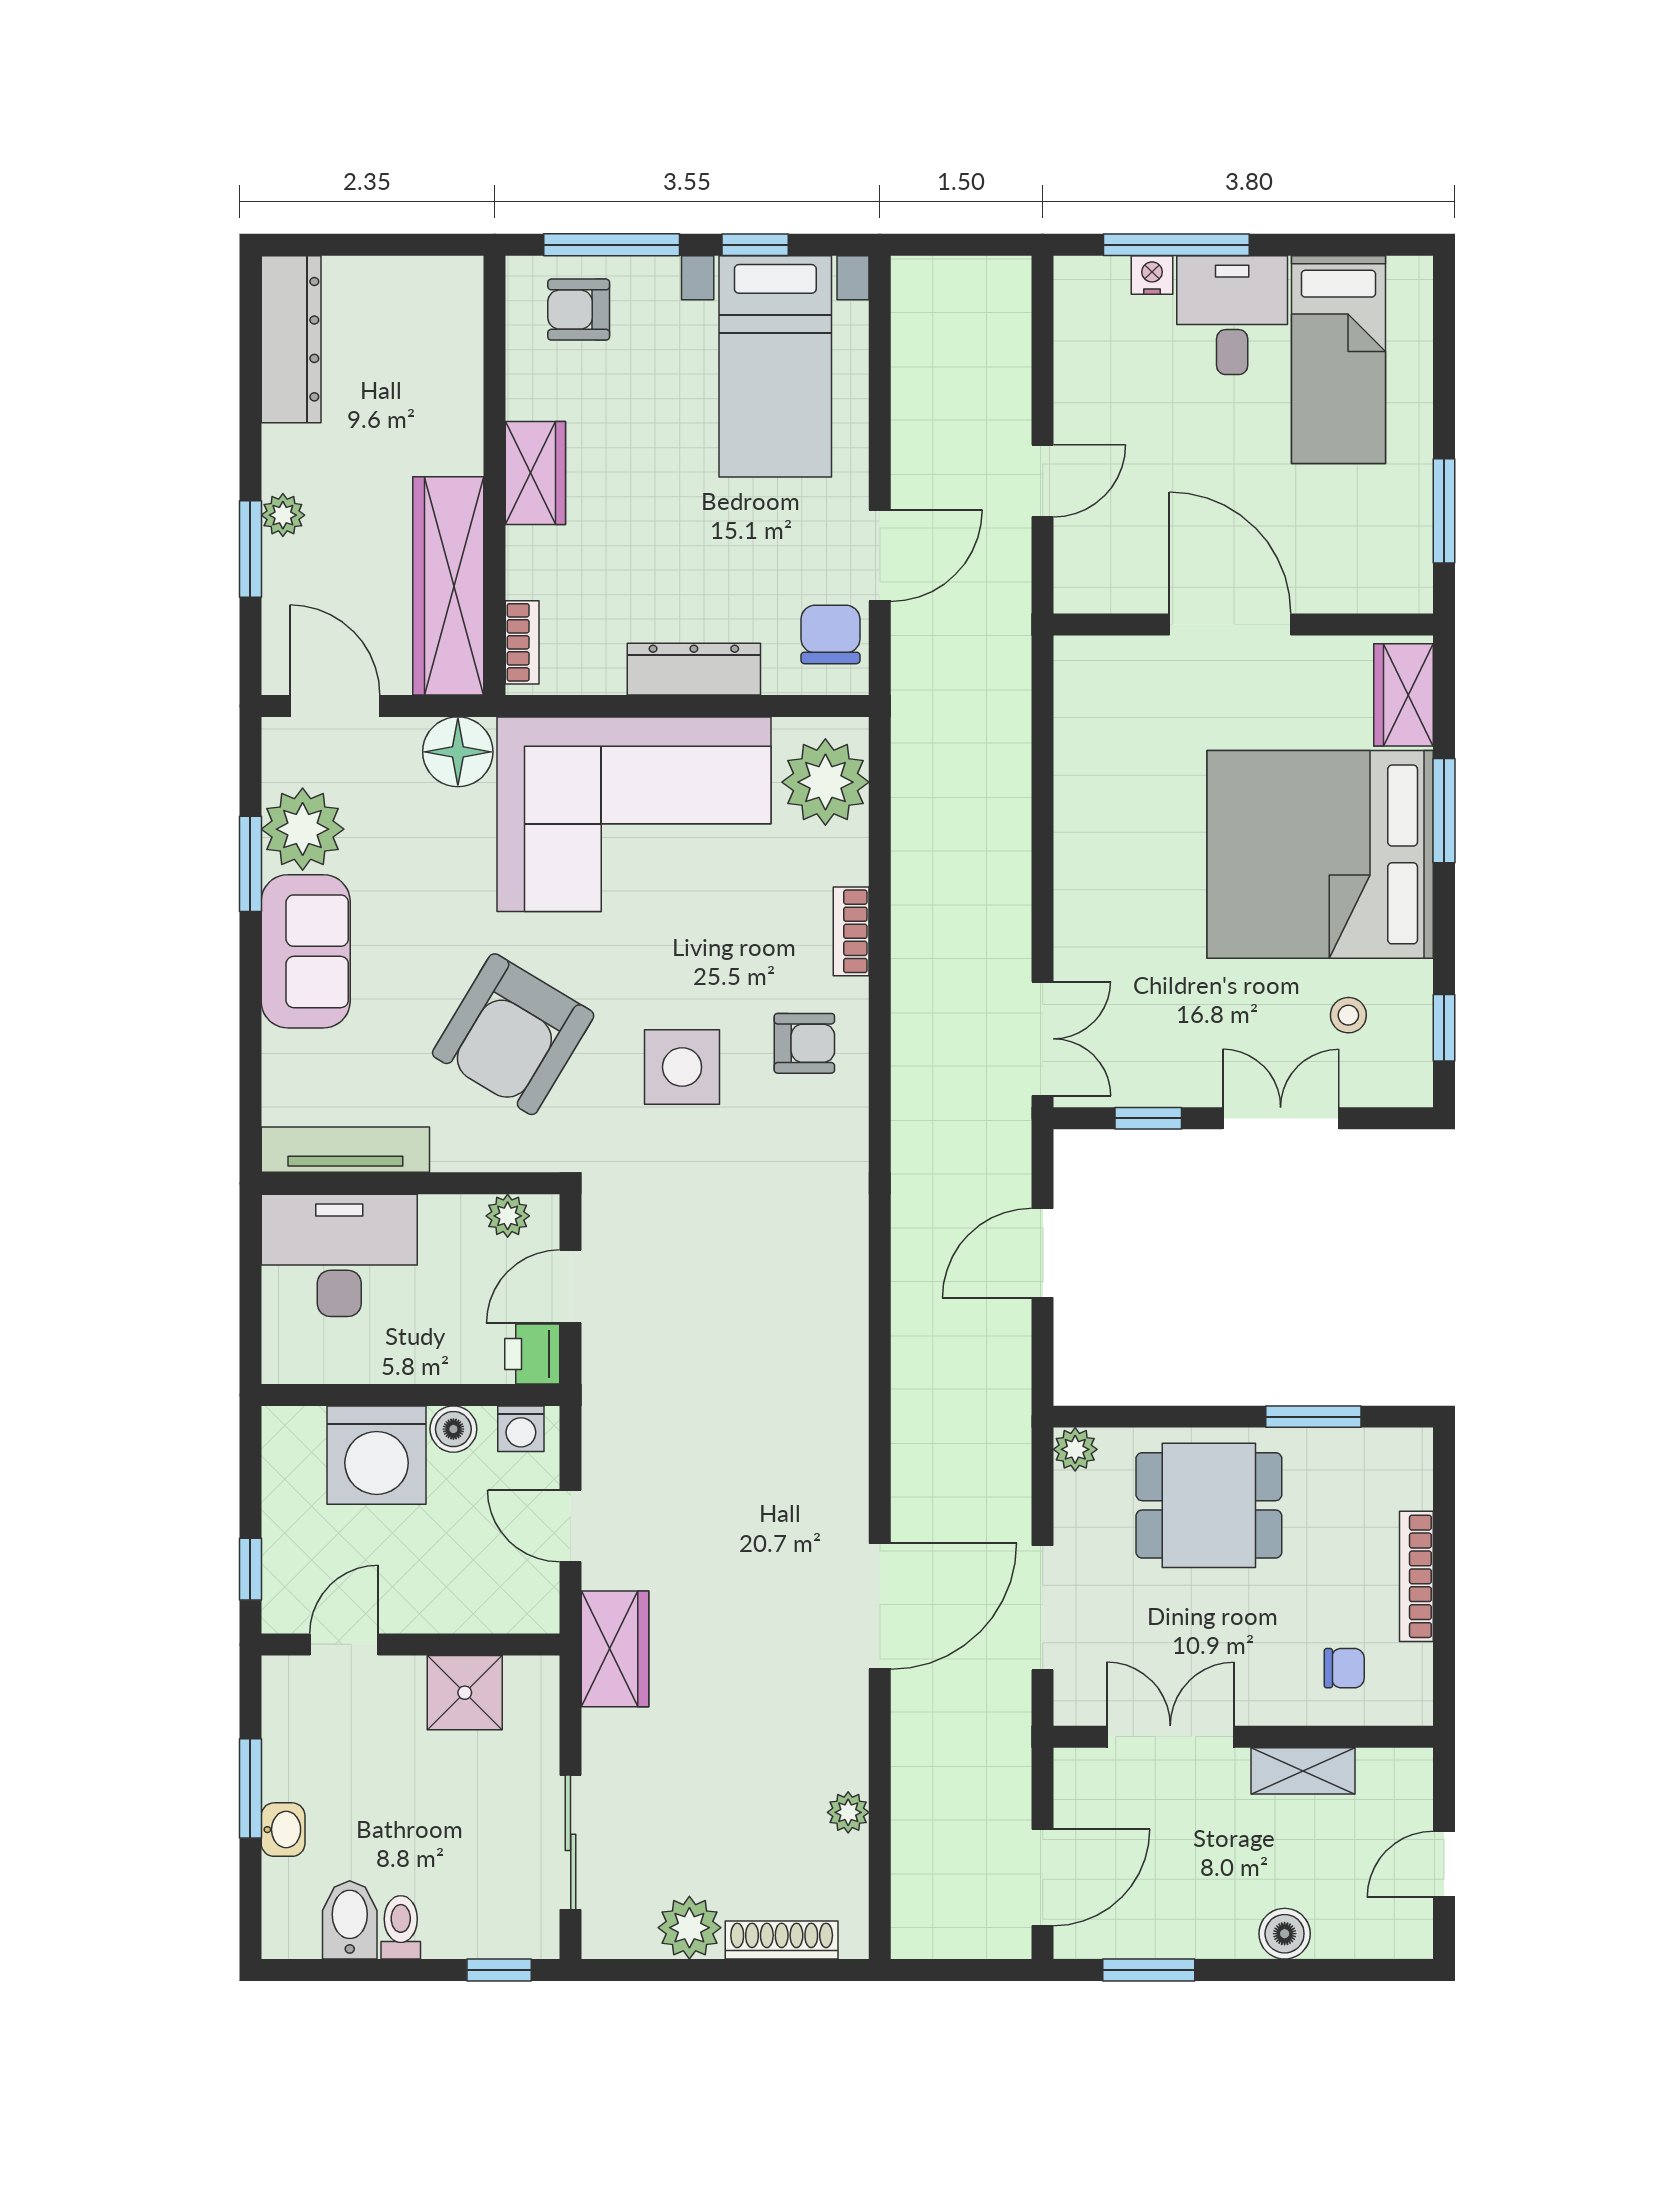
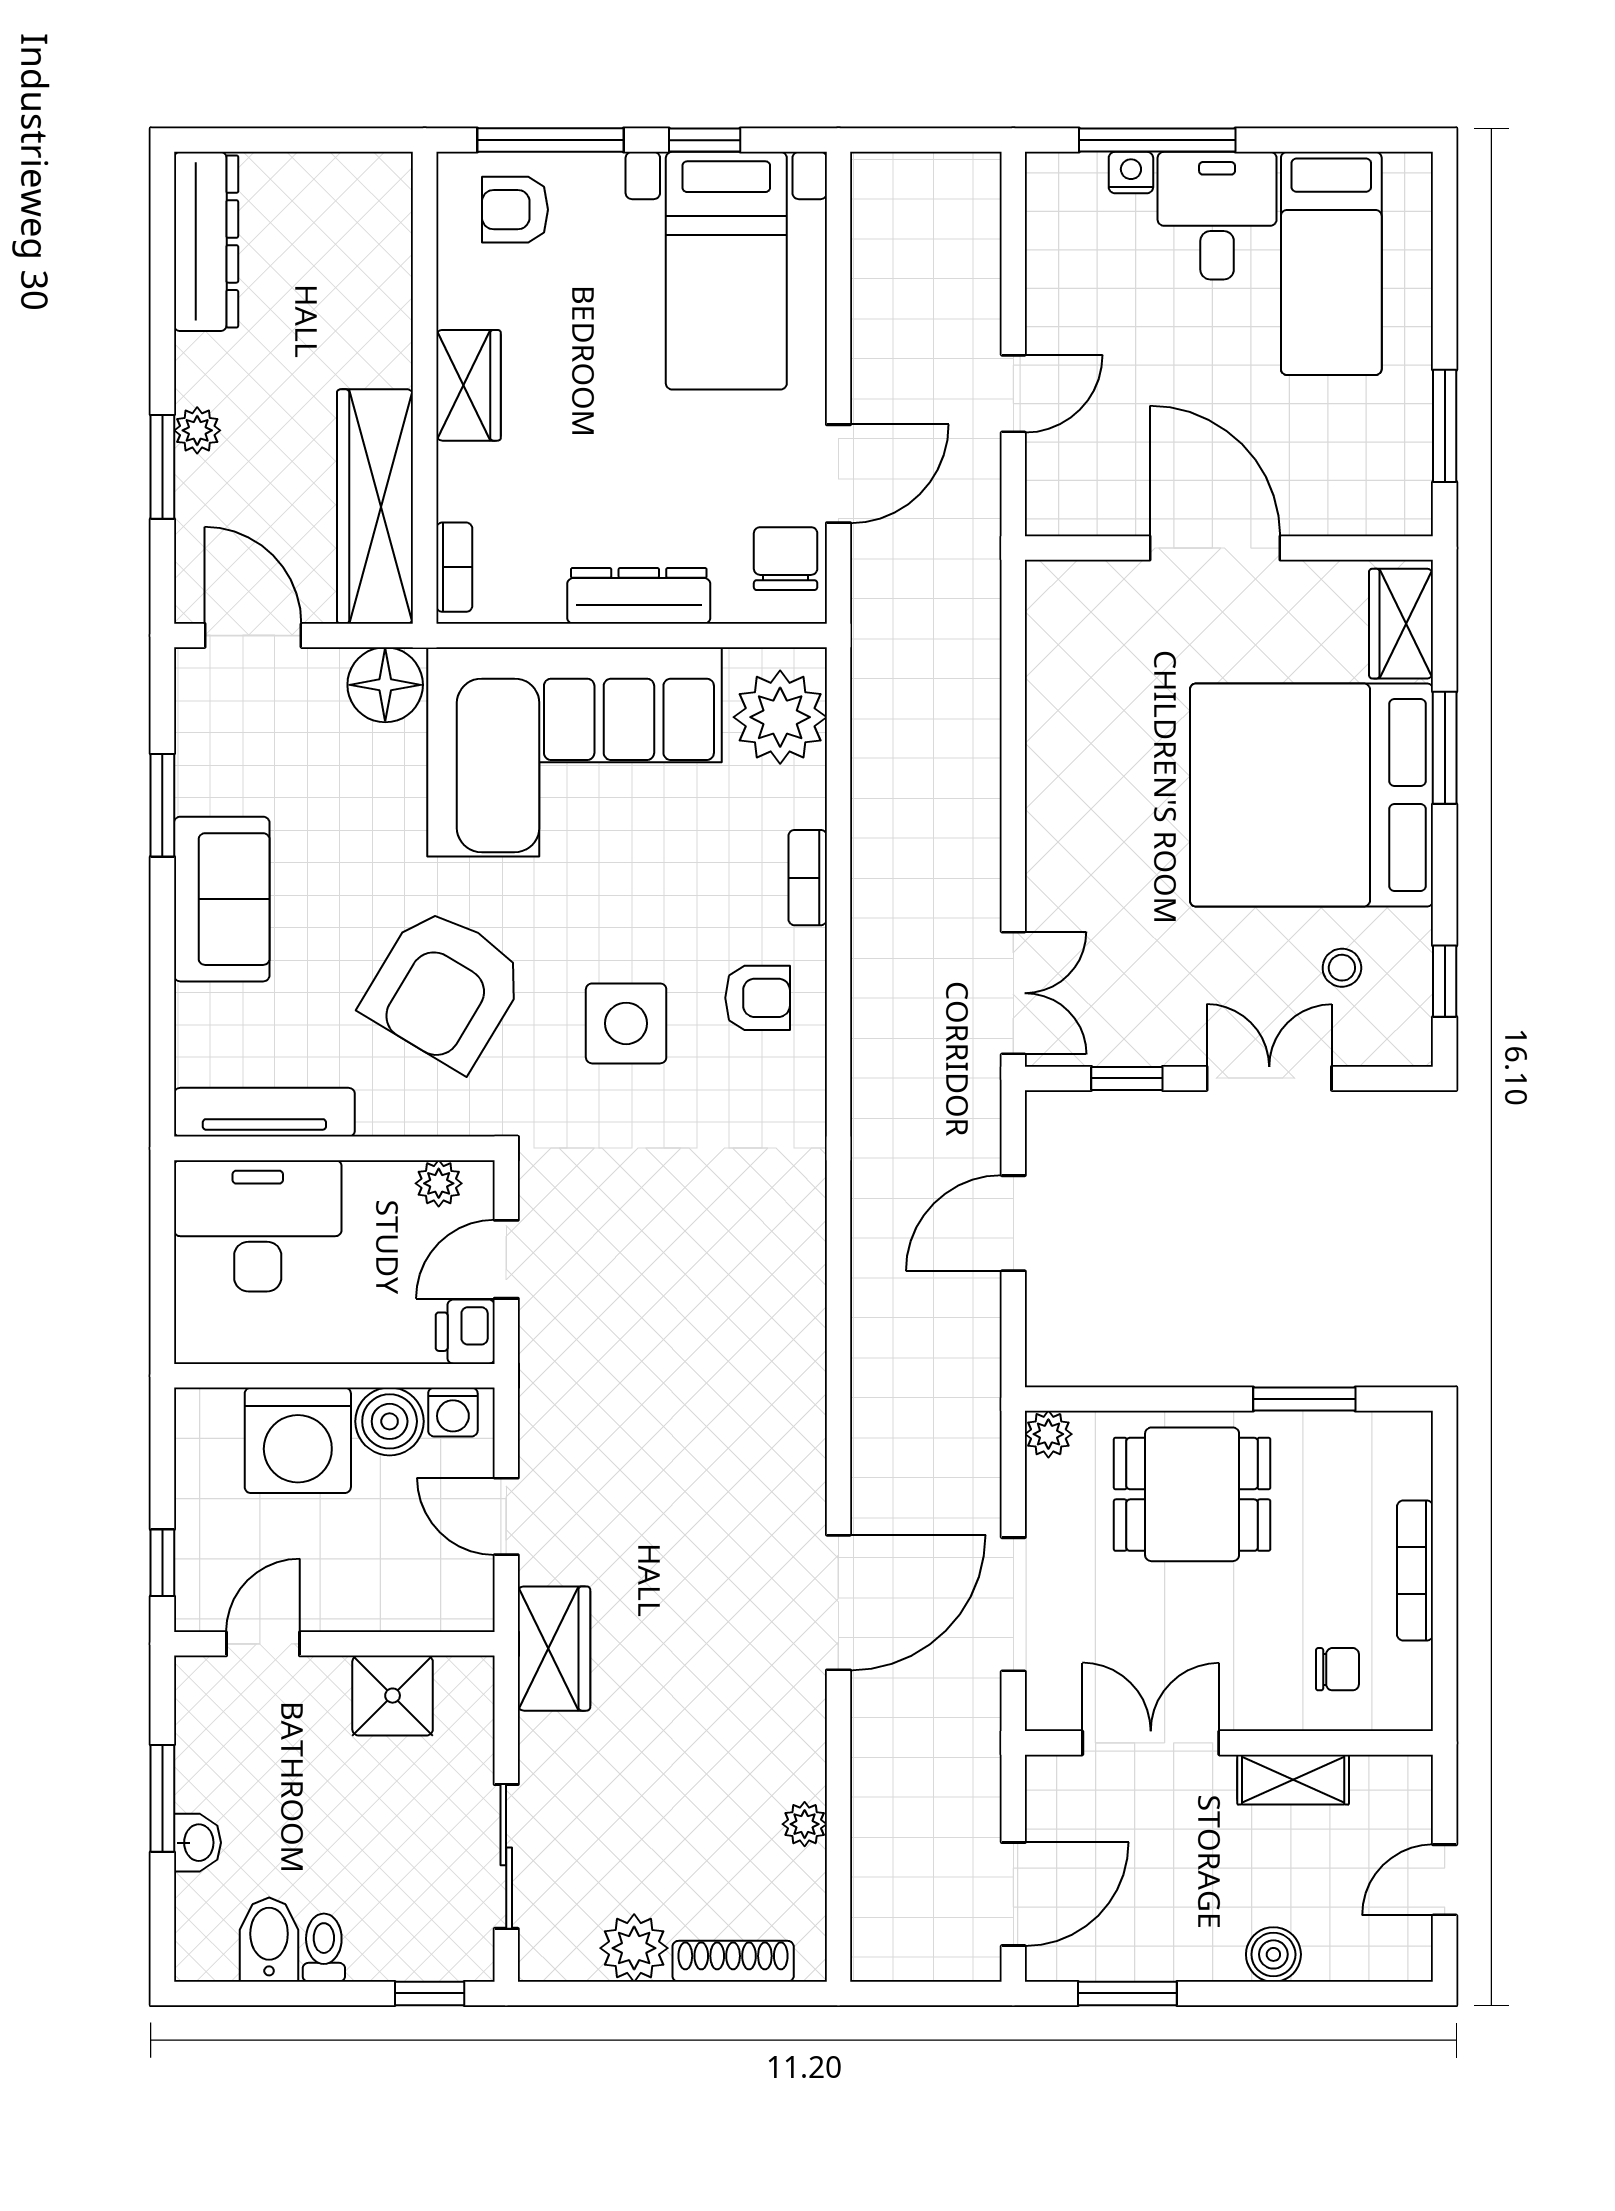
plant: (303, 829) -> (218, 768), removed
boiler: (453, 1429) -> (390, 1421), width x1.36, depth x1.36

